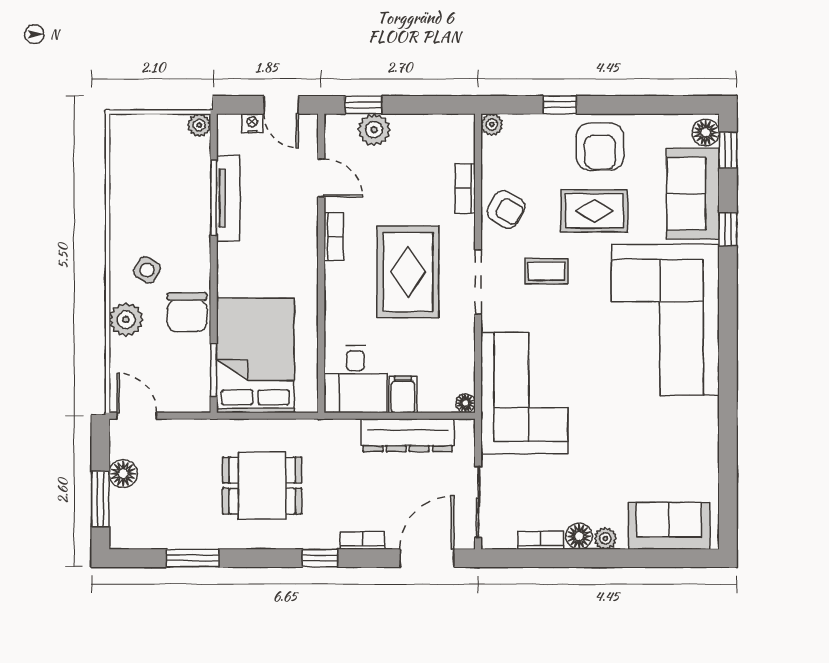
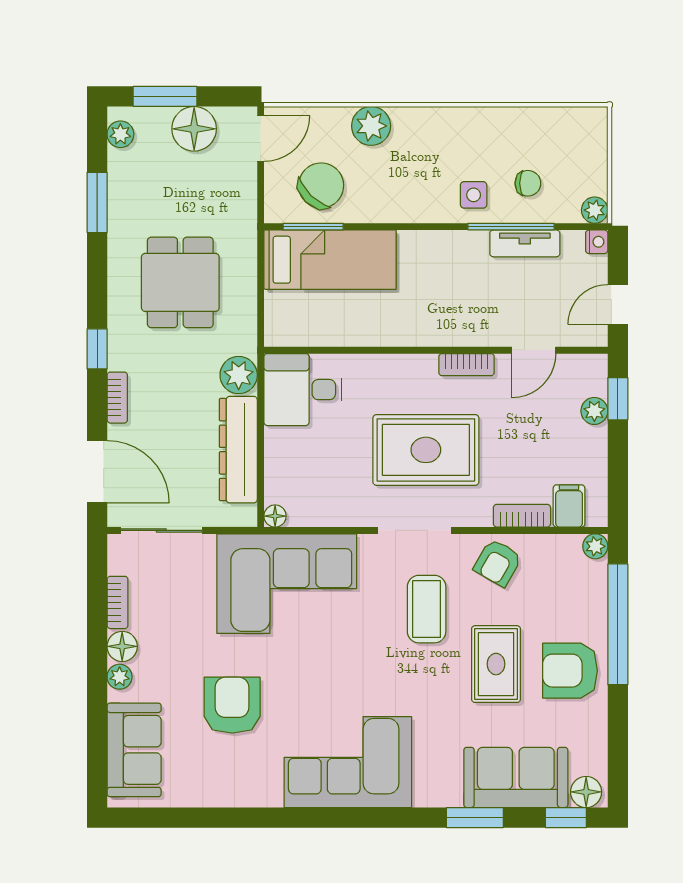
window: (560, 105) -> (618, 624), width x3.17
nightstand: (252, 123) -> (597, 242), moved
plant: (374, 130) -> (594, 411), width x0.73, depth x0.73
chair: (176, 183) -> (528, 183), added
tv unit: (228, 198) -> (525, 243), width x0.71
window: (728, 229) -> (475, 818), width x1.50
side table: (147, 270) -> (474, 195), moved, turned -30
coffee table: (546, 271) -> (427, 609), width x1.36, depth x1.30
chair: (187, 312) -> (321, 185), moved, turned 134
corner sofa: (665, 320) -> (348, 762), width x0.73, depth x0.74
bed: (255, 355) -> (330, 260), width x0.67
filing cabinet: (403, 394) -> (569, 506), moved, turned -90
plant: (343, 435) -> (239, 375), added
armchair: (630, 441) -> (232, 705), added
floor lamp: (123, 474) -> (194, 129), width x1.38, depth x1.38
plant: (133, 538) -> (120, 134), added

